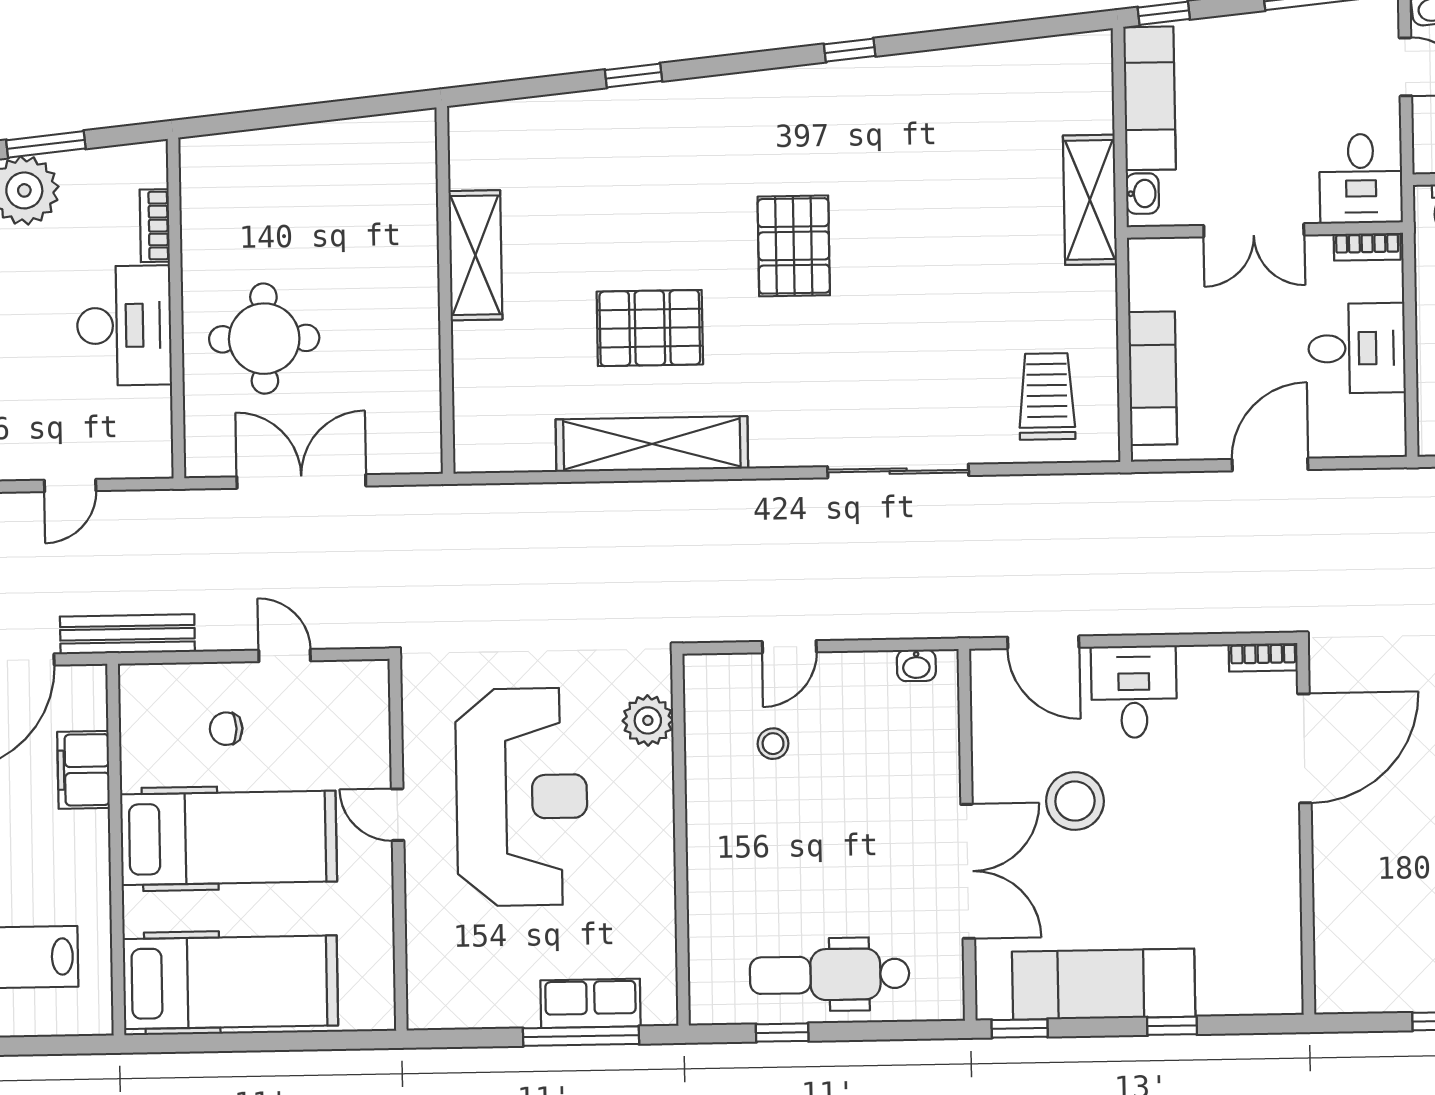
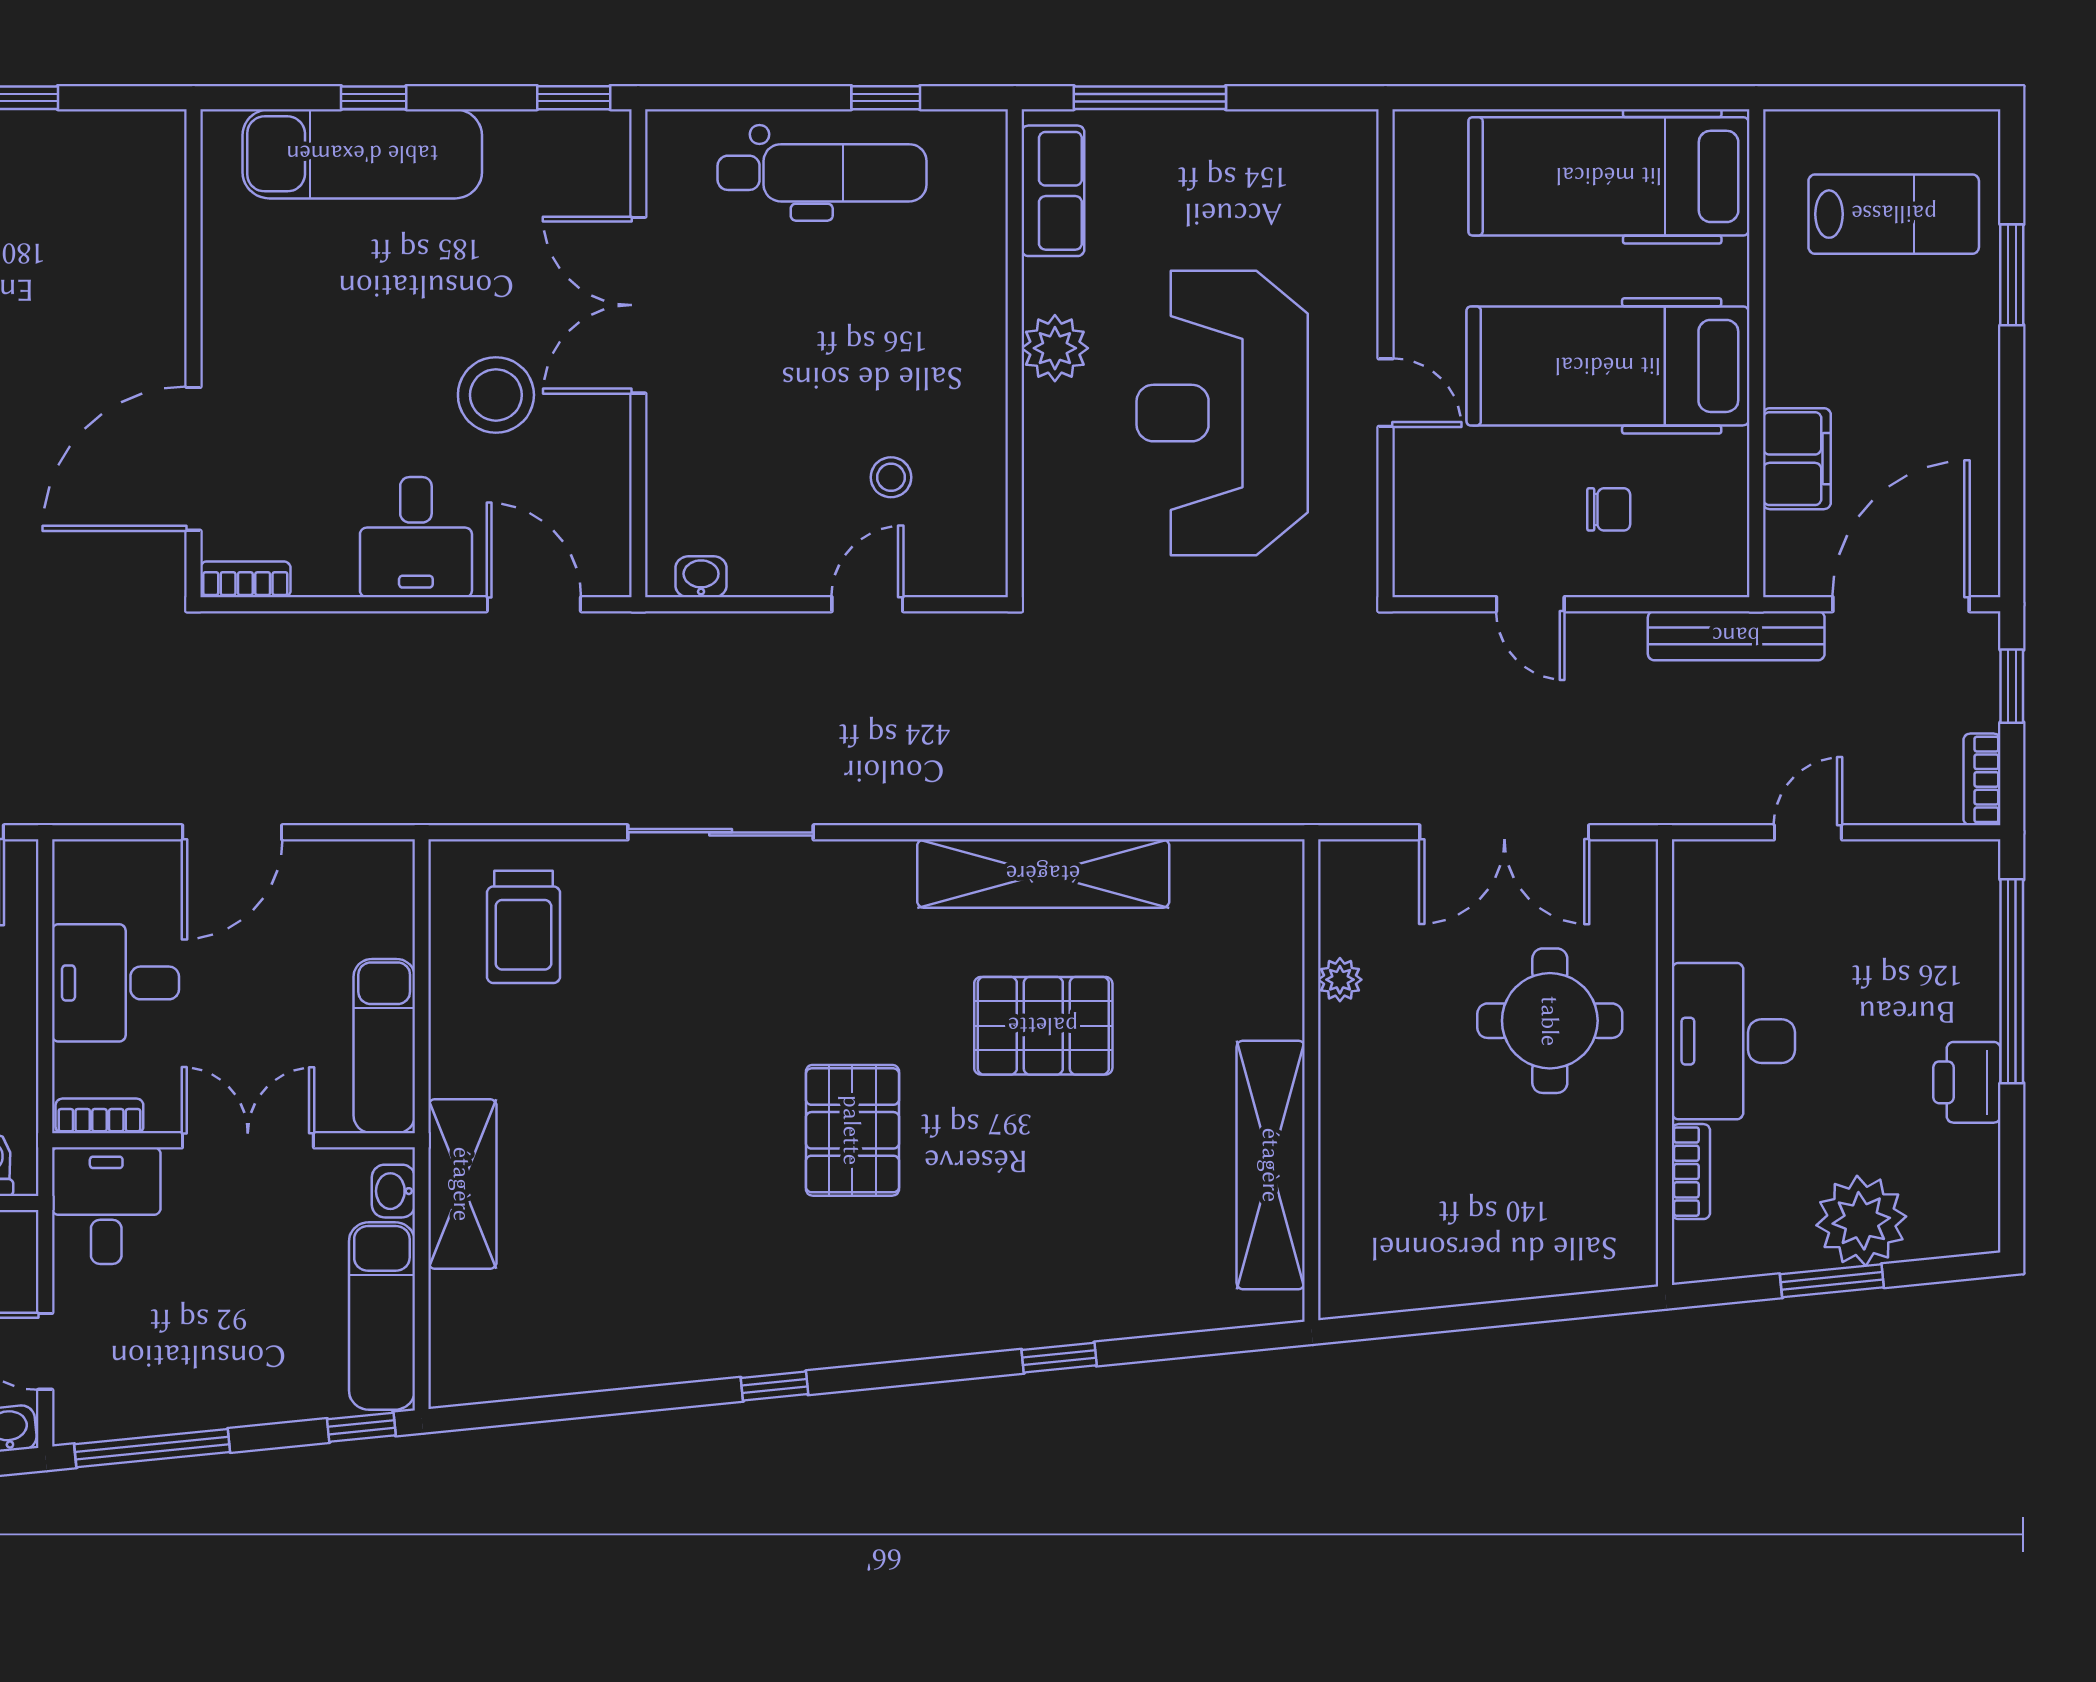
shelving: (475, 255) -> (1271, 1165), width x1.47
plant: (424, 367) -> (1340, 980), added
exam couch: (1153, 378) -> (384, 1046), moved
plant: (648, 720) -> (1055, 348), moved
exam couch: (1104, 984) -> (362, 154), moved
row of seats: (591, 1003) -> (1053, 191), moved, turned -90

